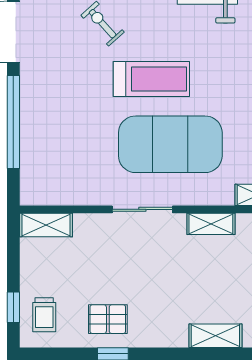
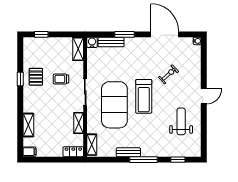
window: (13, 122) -> (124, 34), width x0.47
bench: (31, 152) -> (111, 42), added
water cooler: (31, 194) -> (92, 42), added
trolley: (44, 315) -> (61, 79), moved

